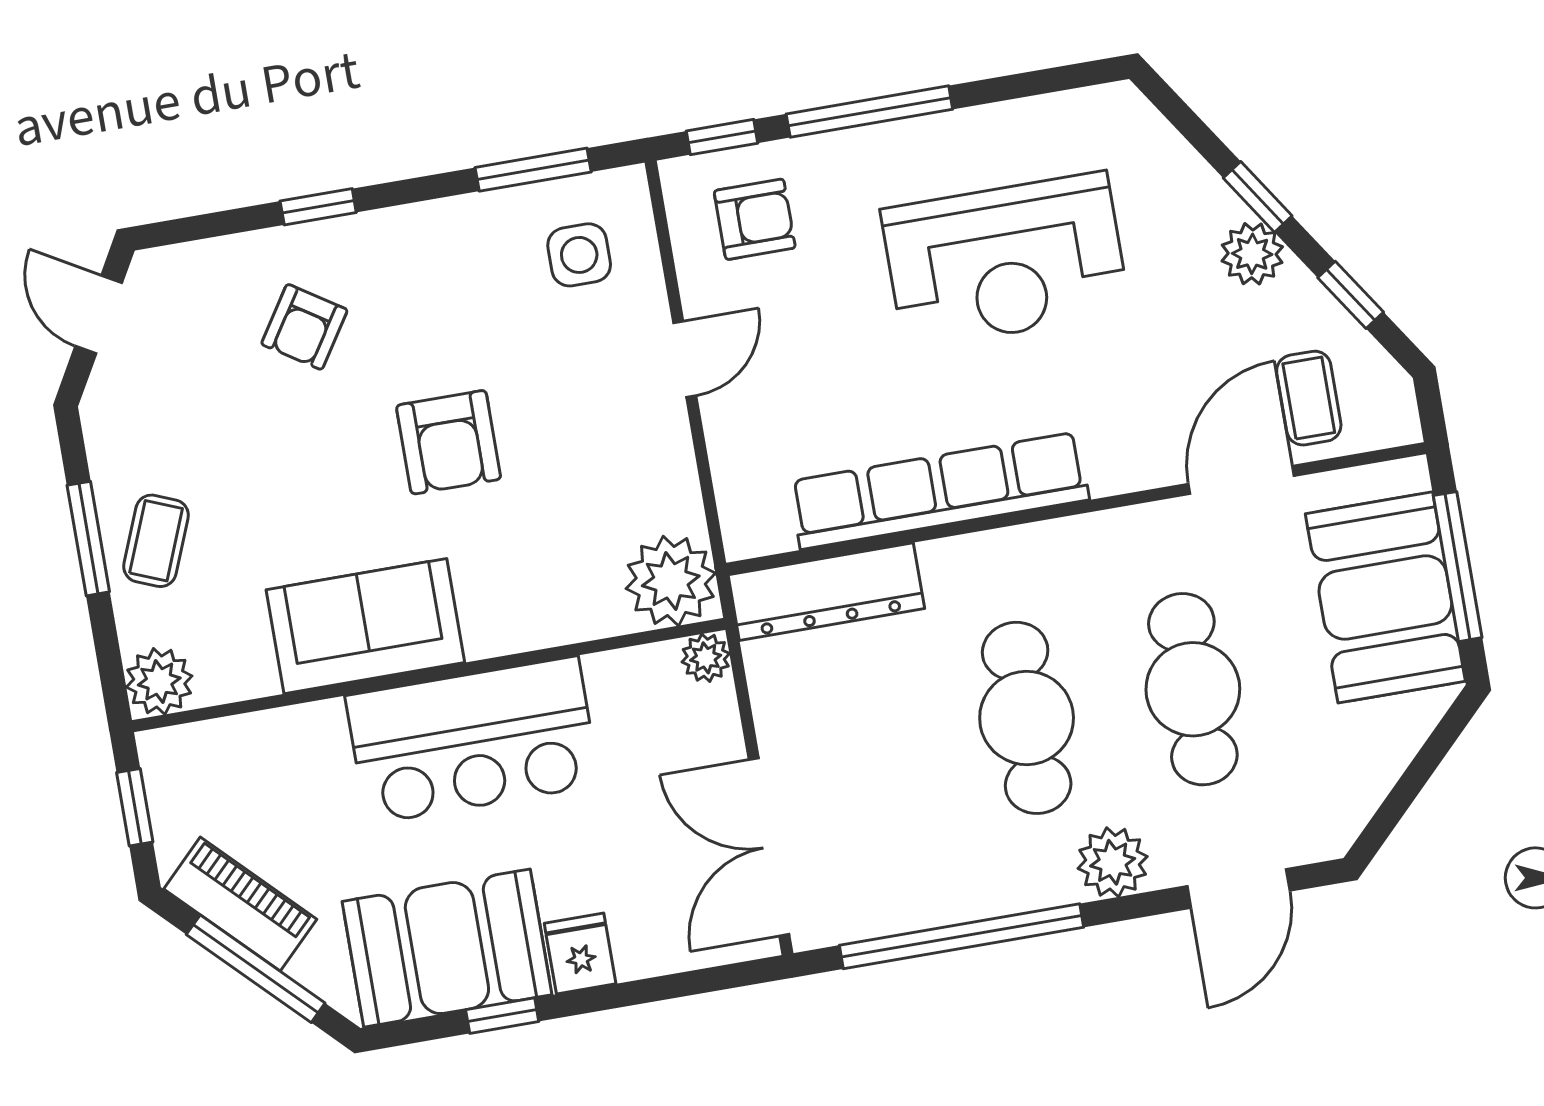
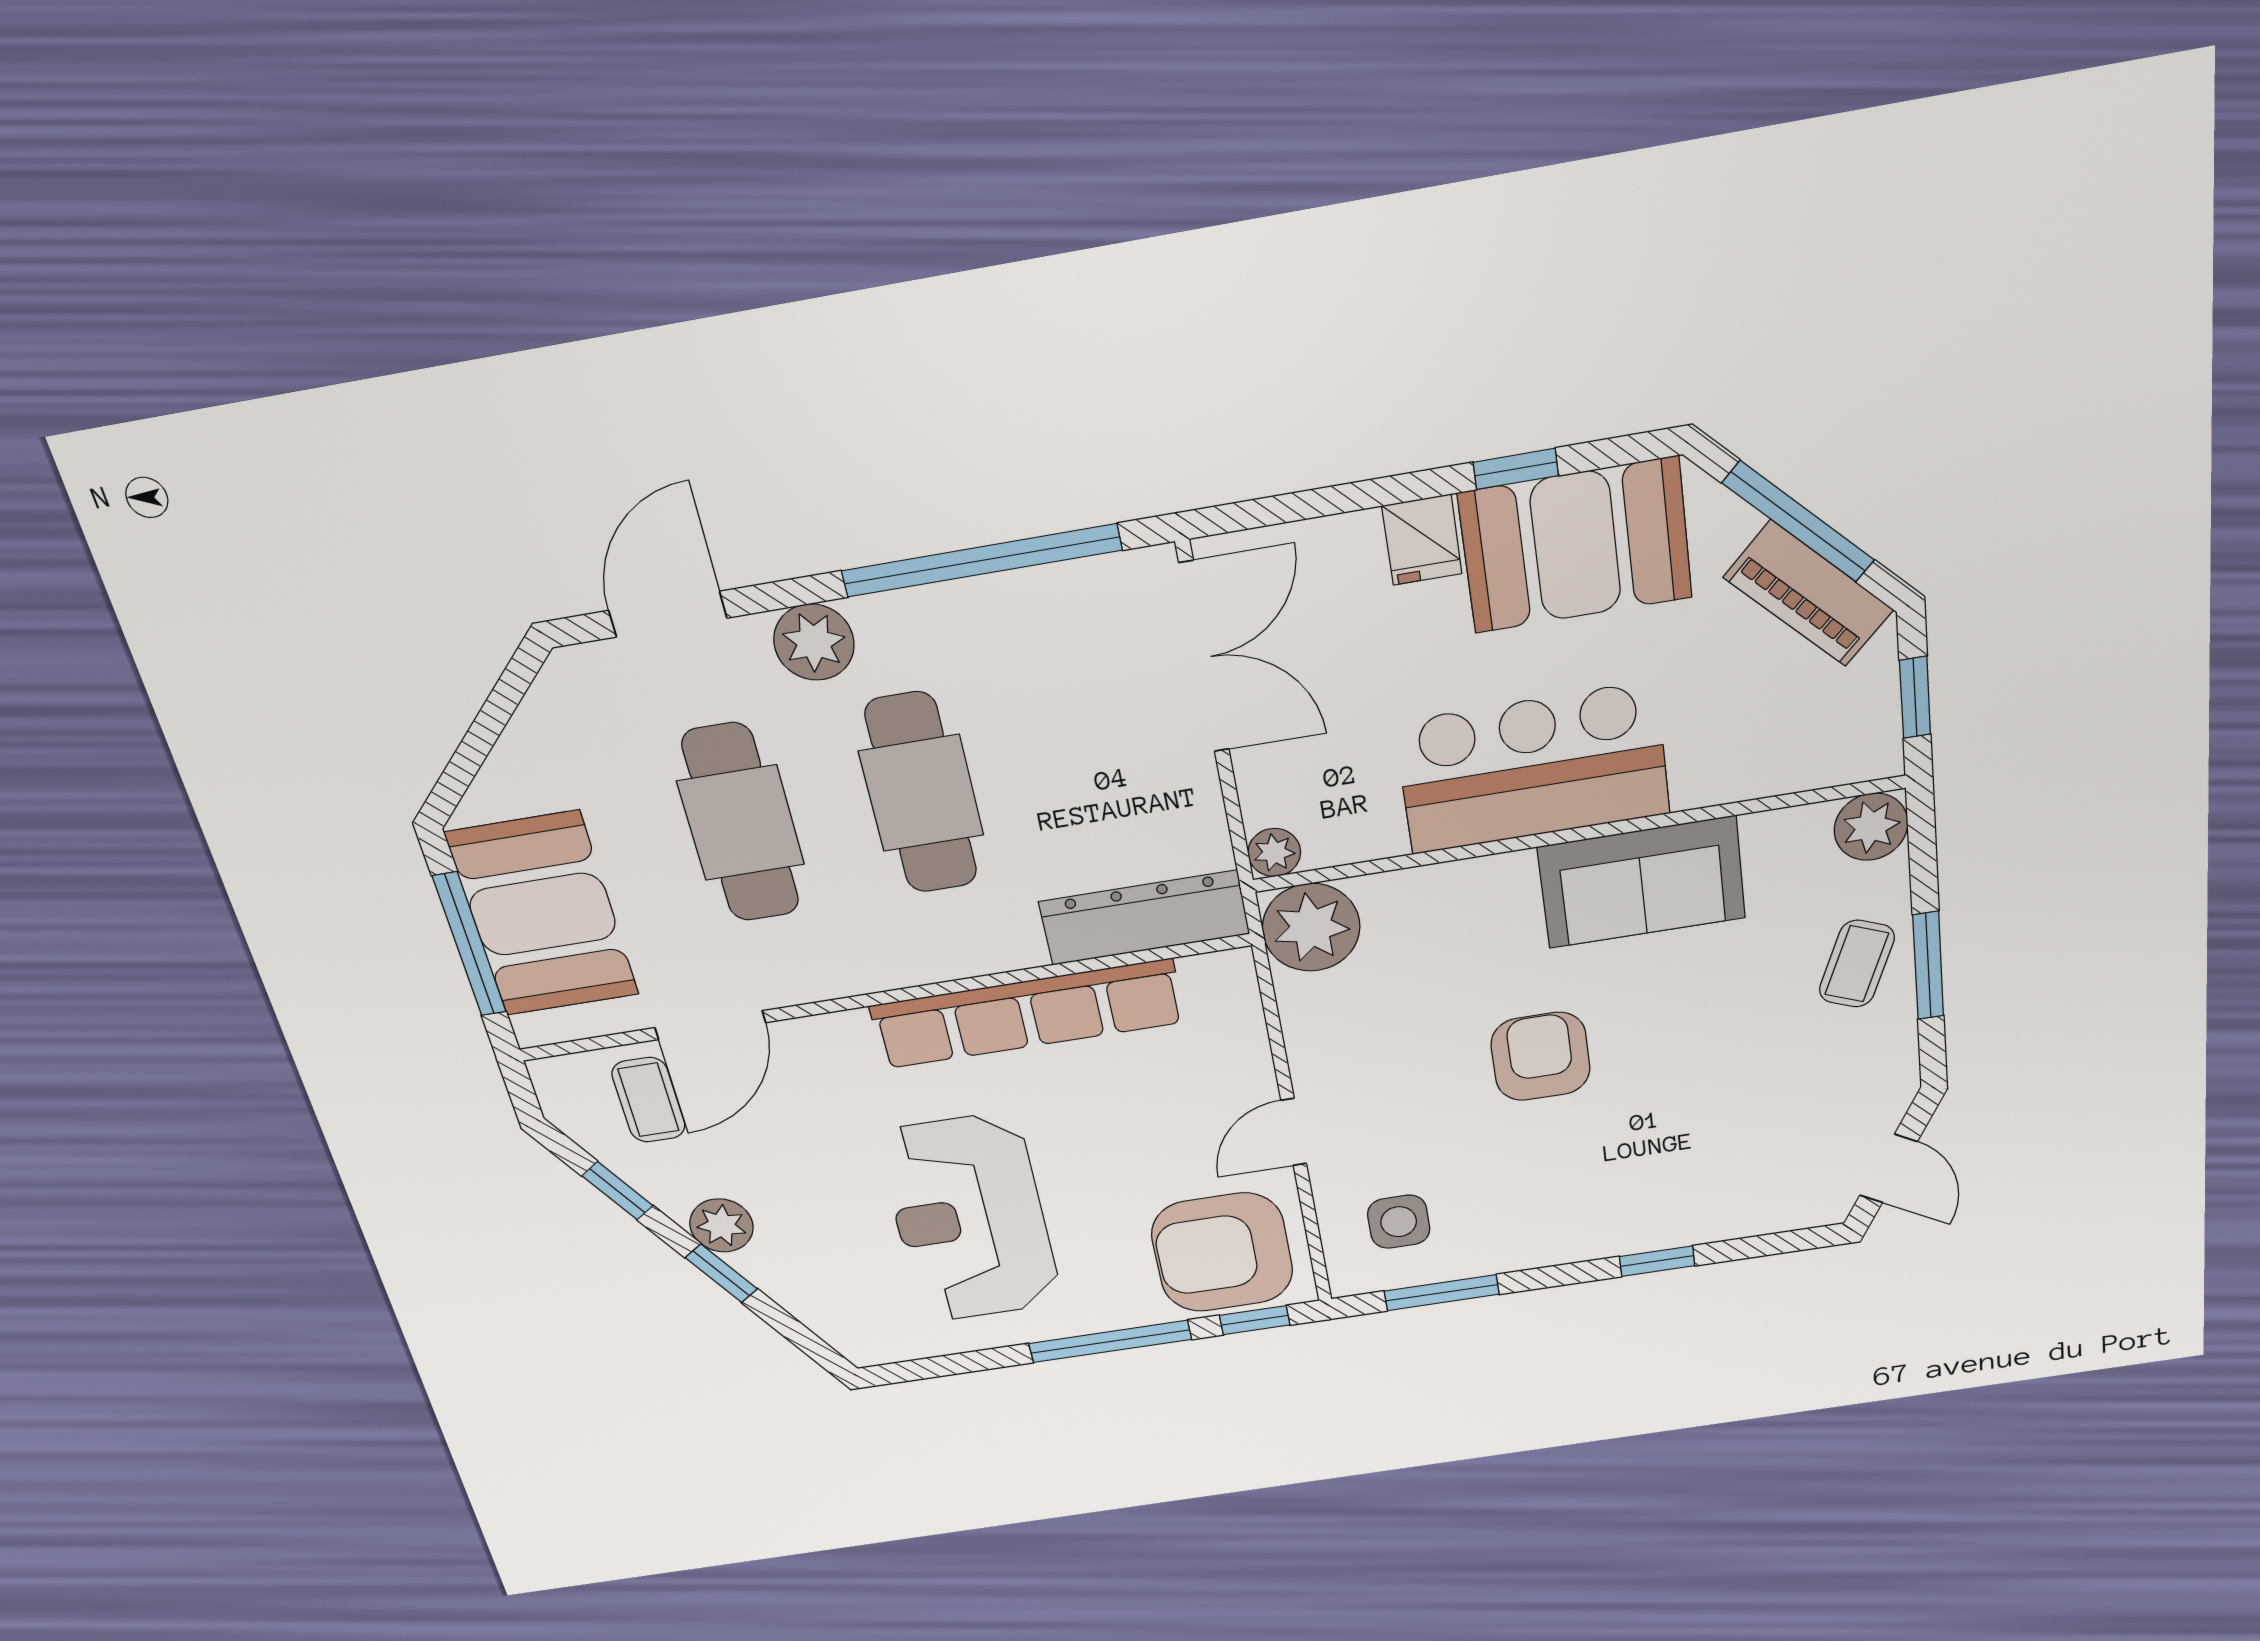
armchair: (755, 219) -> (1222, 1252), width x1.88, depth x1.88
reception desk: (1005, 261) -> (970, 1219), turned -90
armchair: (304, 327) -> (1681, 1159), removed

